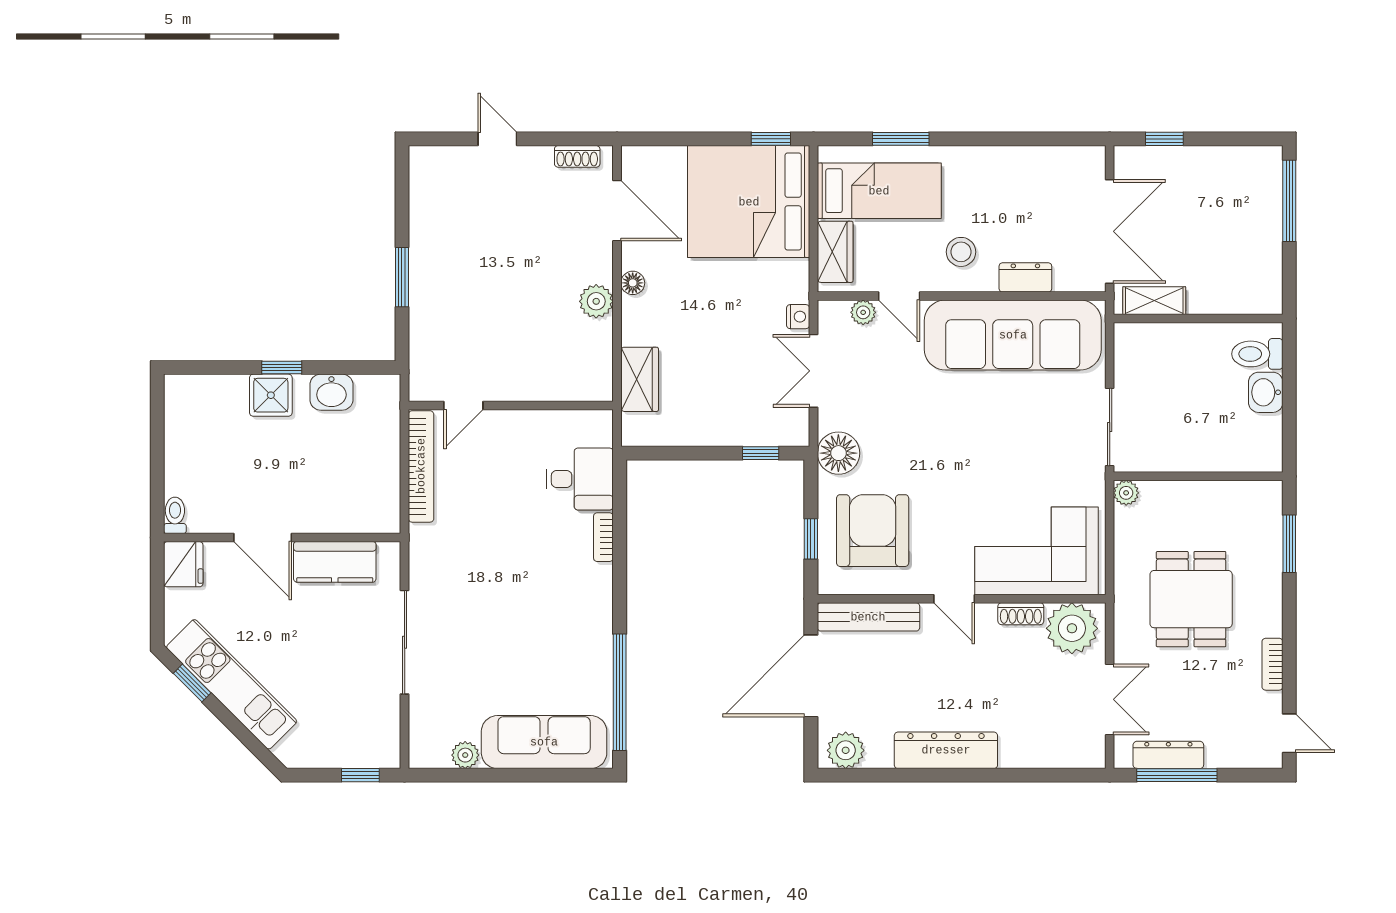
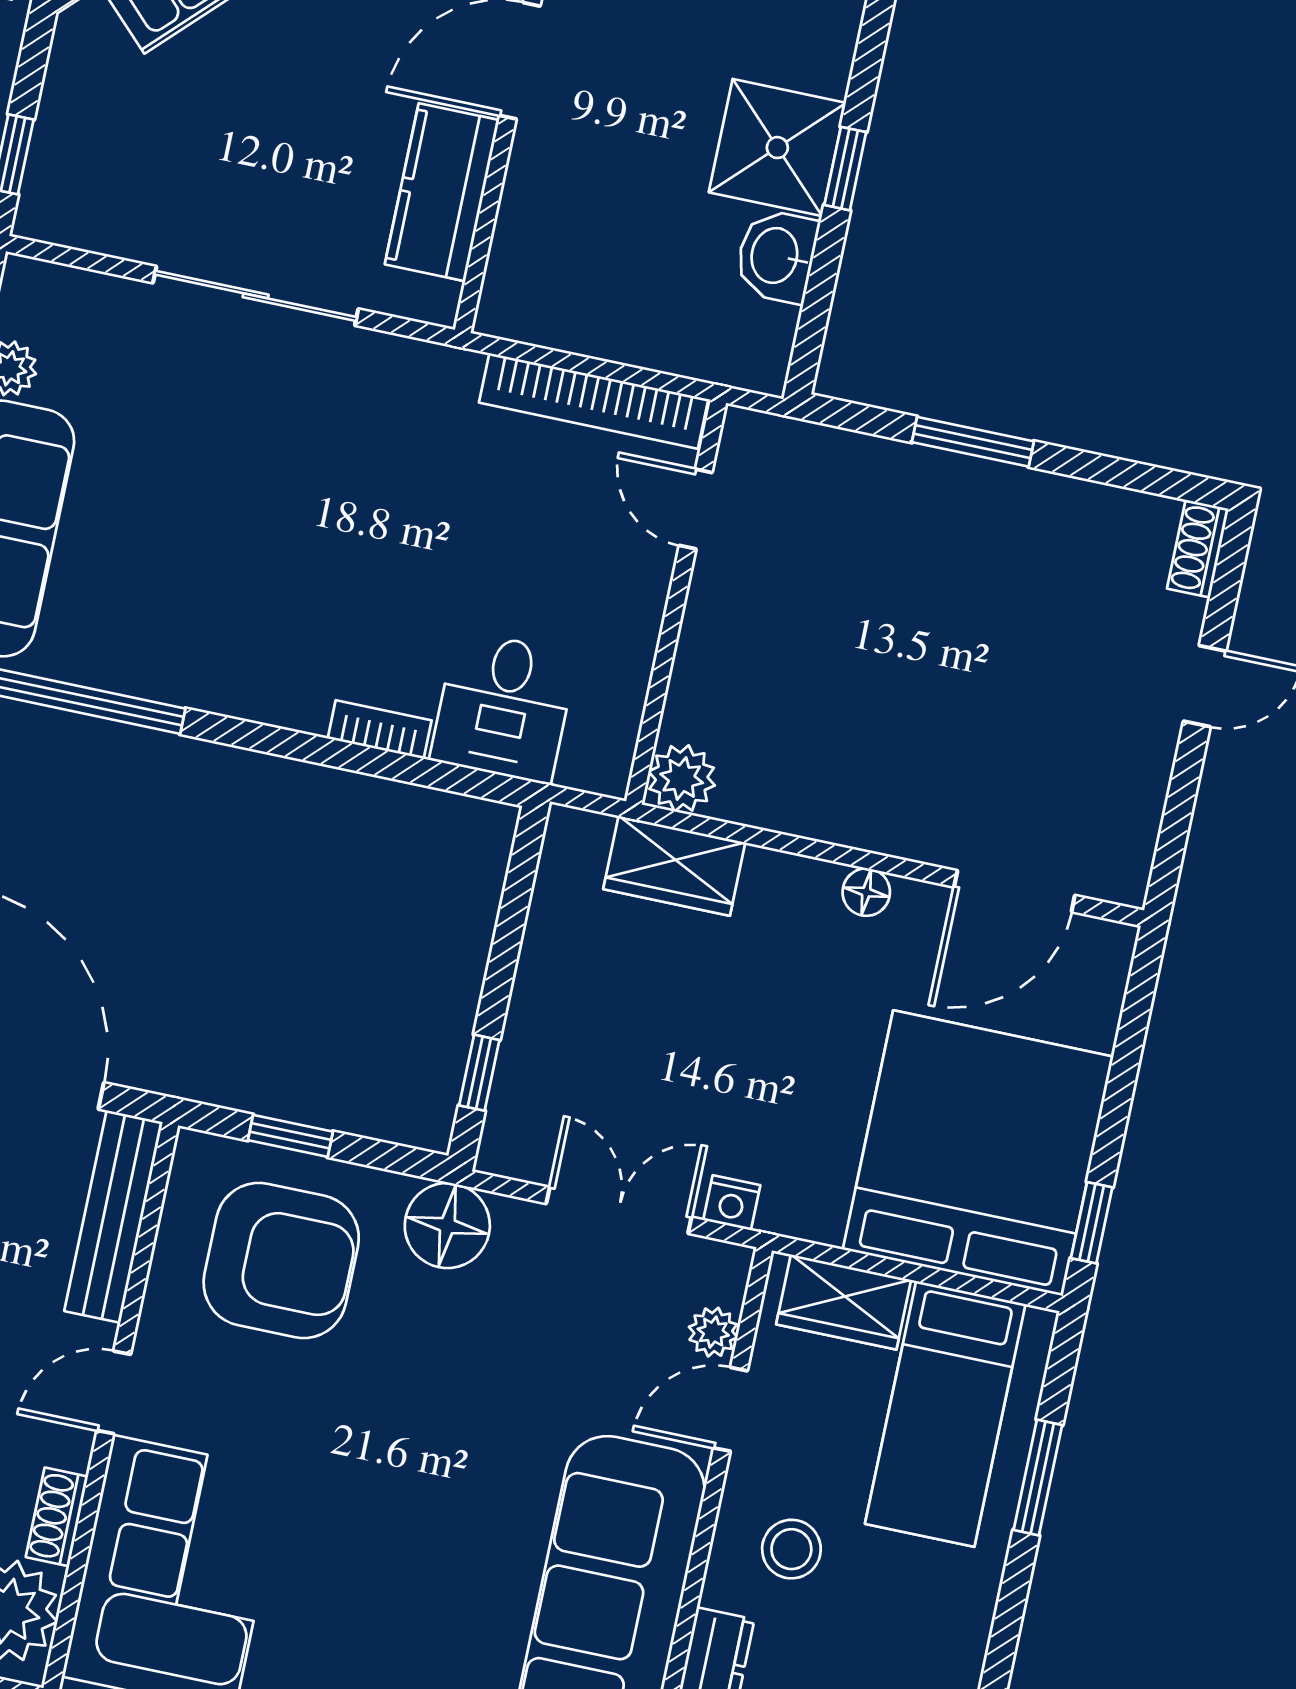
shoe rack: (577, 156) -> (1198, 549), moved
plant: (596, 301) -> (682, 778), moved
shower: (271, 395) -> (777, 148), width x1.36, depth x1.36

